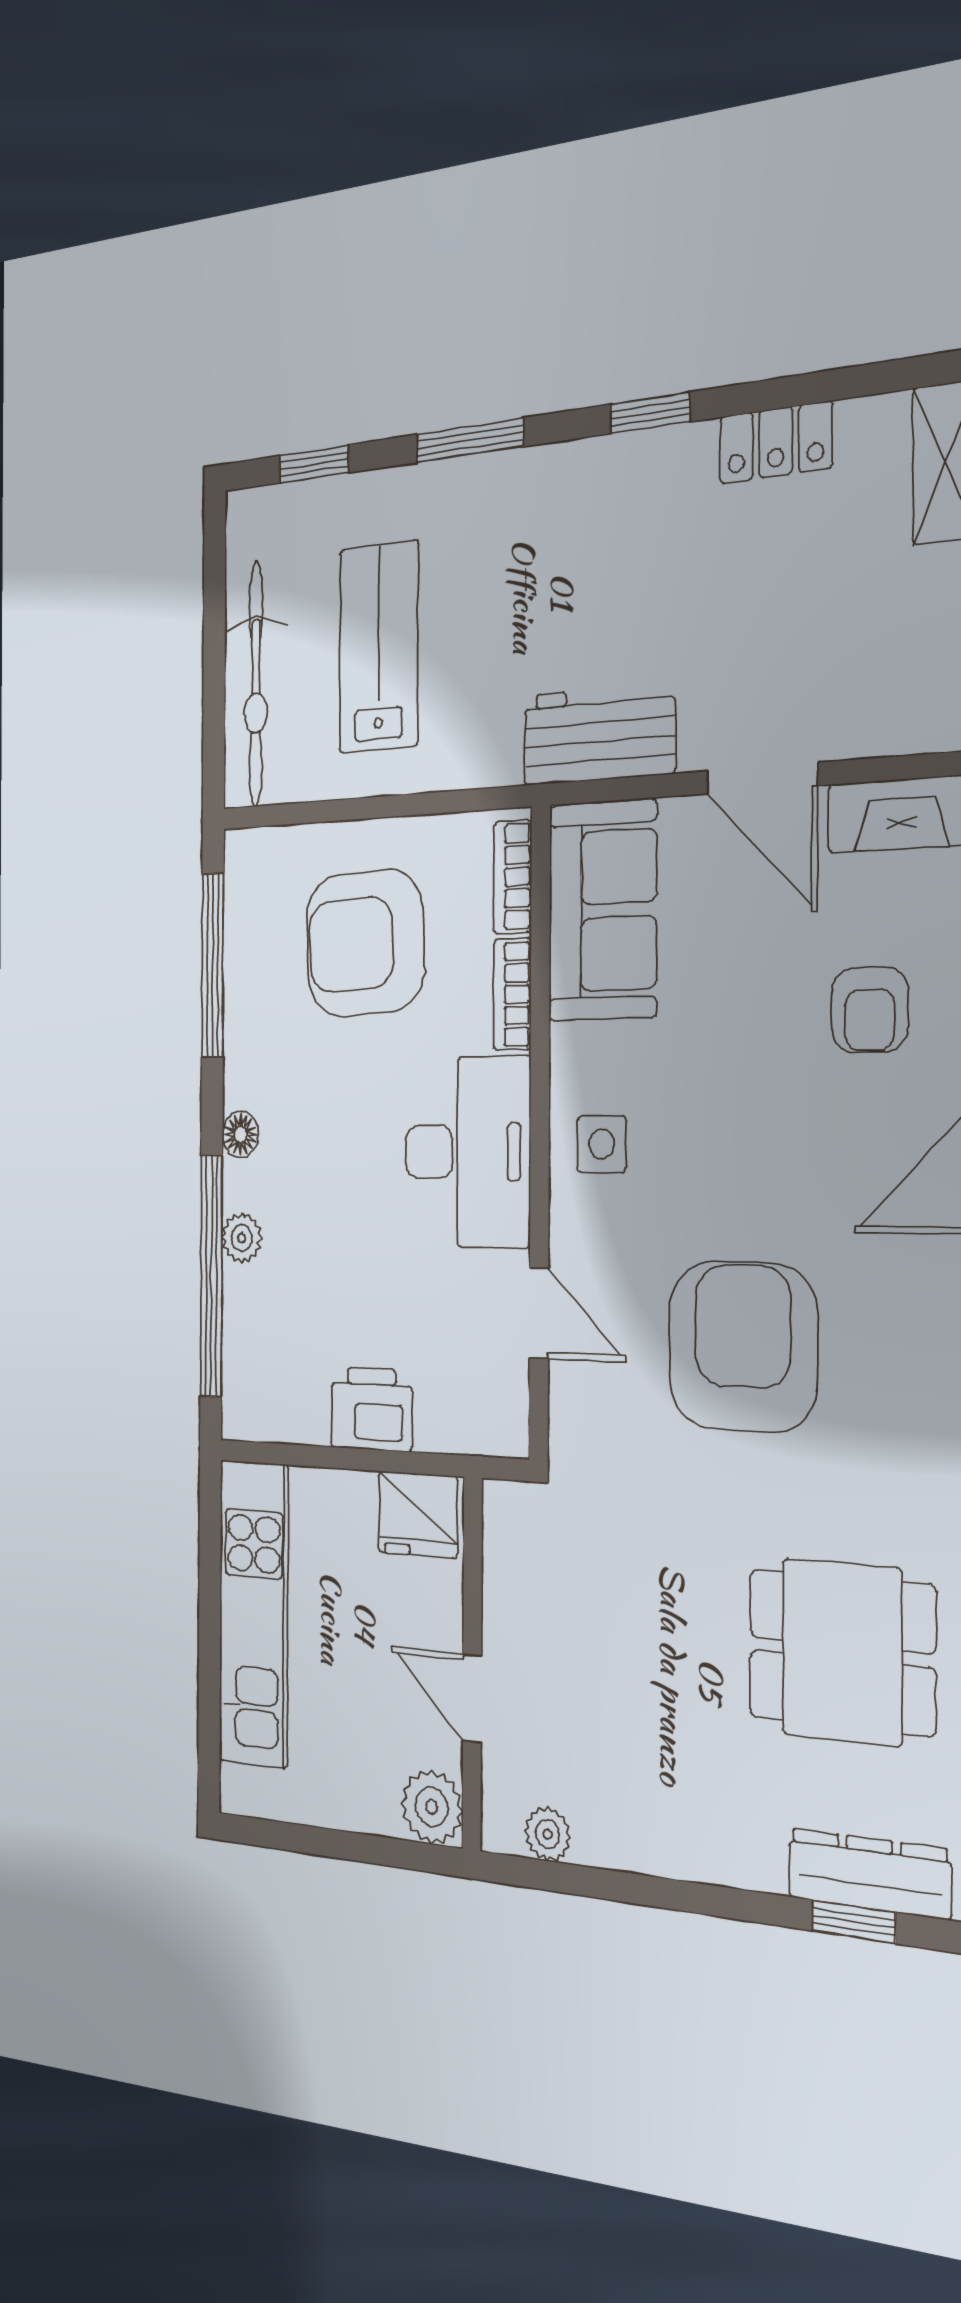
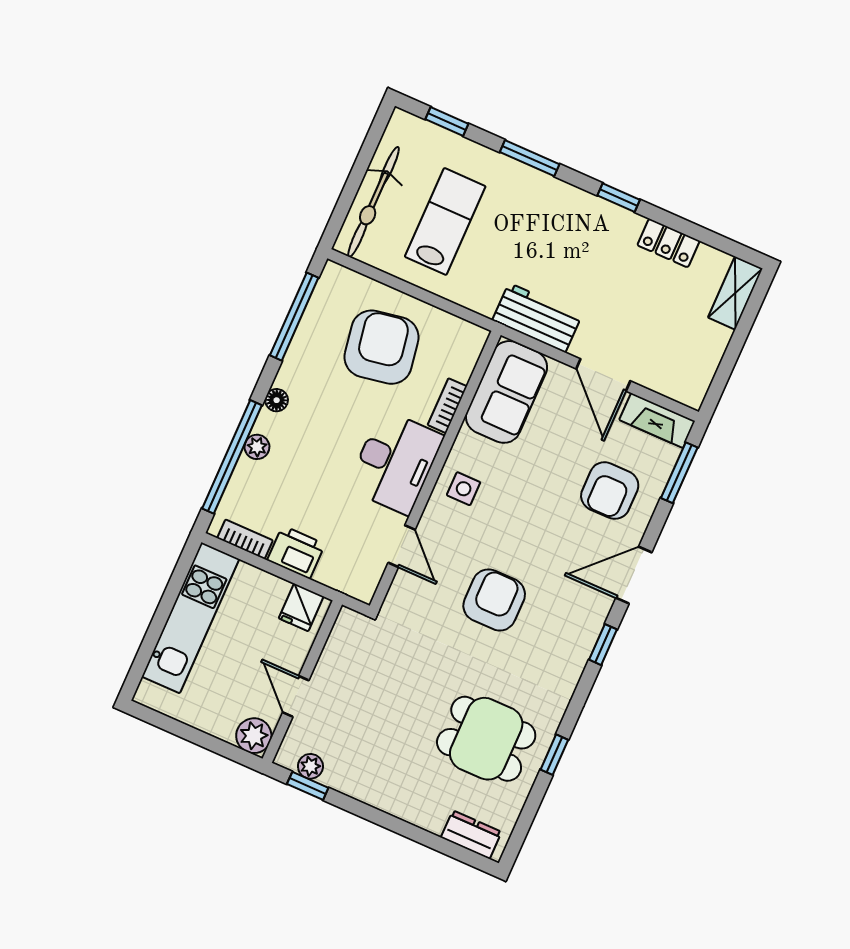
bookcase: (513, 877) -> (245, 539), moved, turned 90
armchair: (365, 943) -> (381, 347), turned 83
armchair: (870, 1010) -> (610, 491), width x1.38, depth x1.38
armchair: (743, 1346) -> (494, 600), width x0.73, depth x0.73
fridge: (418, 1514) -> (301, 607), width x0.72
dresser: (869, 1874) -> (471, 835), width x0.70
window: (854, 1922) -> (308, 786), moved

